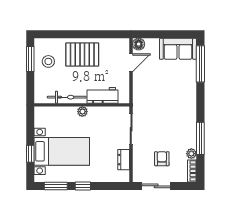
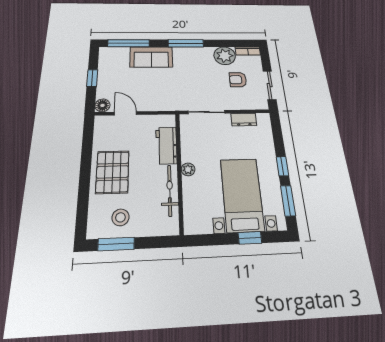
window: (165, 34) -> (92, 78), added
sofa: (178, 49) -> (151, 57), moved, turned 90
window: (200, 138) -> (186, 43), moved
plant: (191, 154) -> (225, 56), width x1.87, depth x1.87

